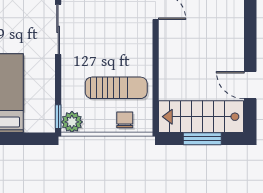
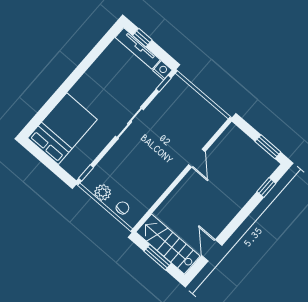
sun lounger: (116, 88) -> (134, 185), removed
plant: (72, 122) -> (103, 192), moved

